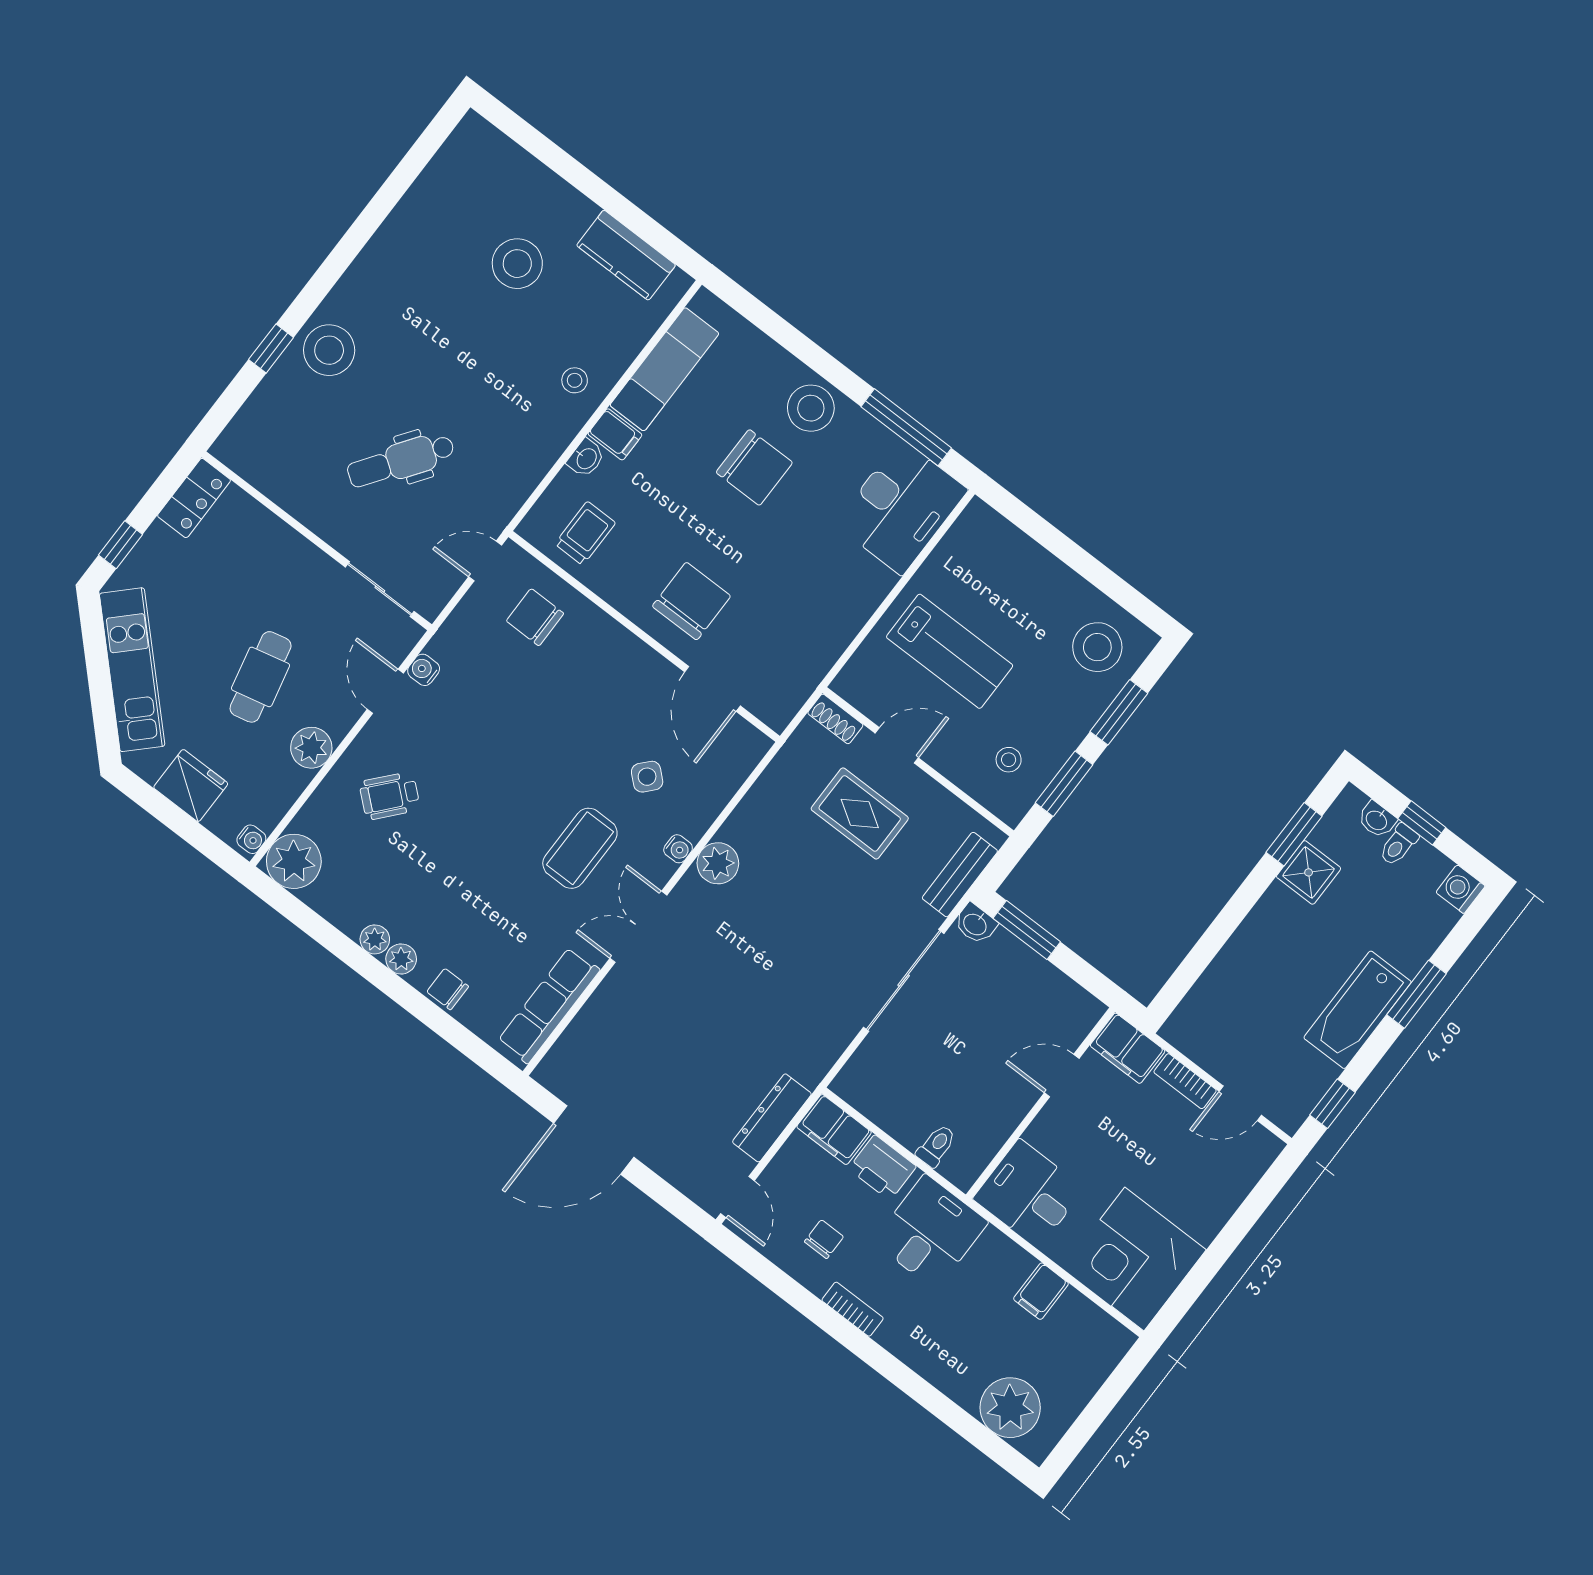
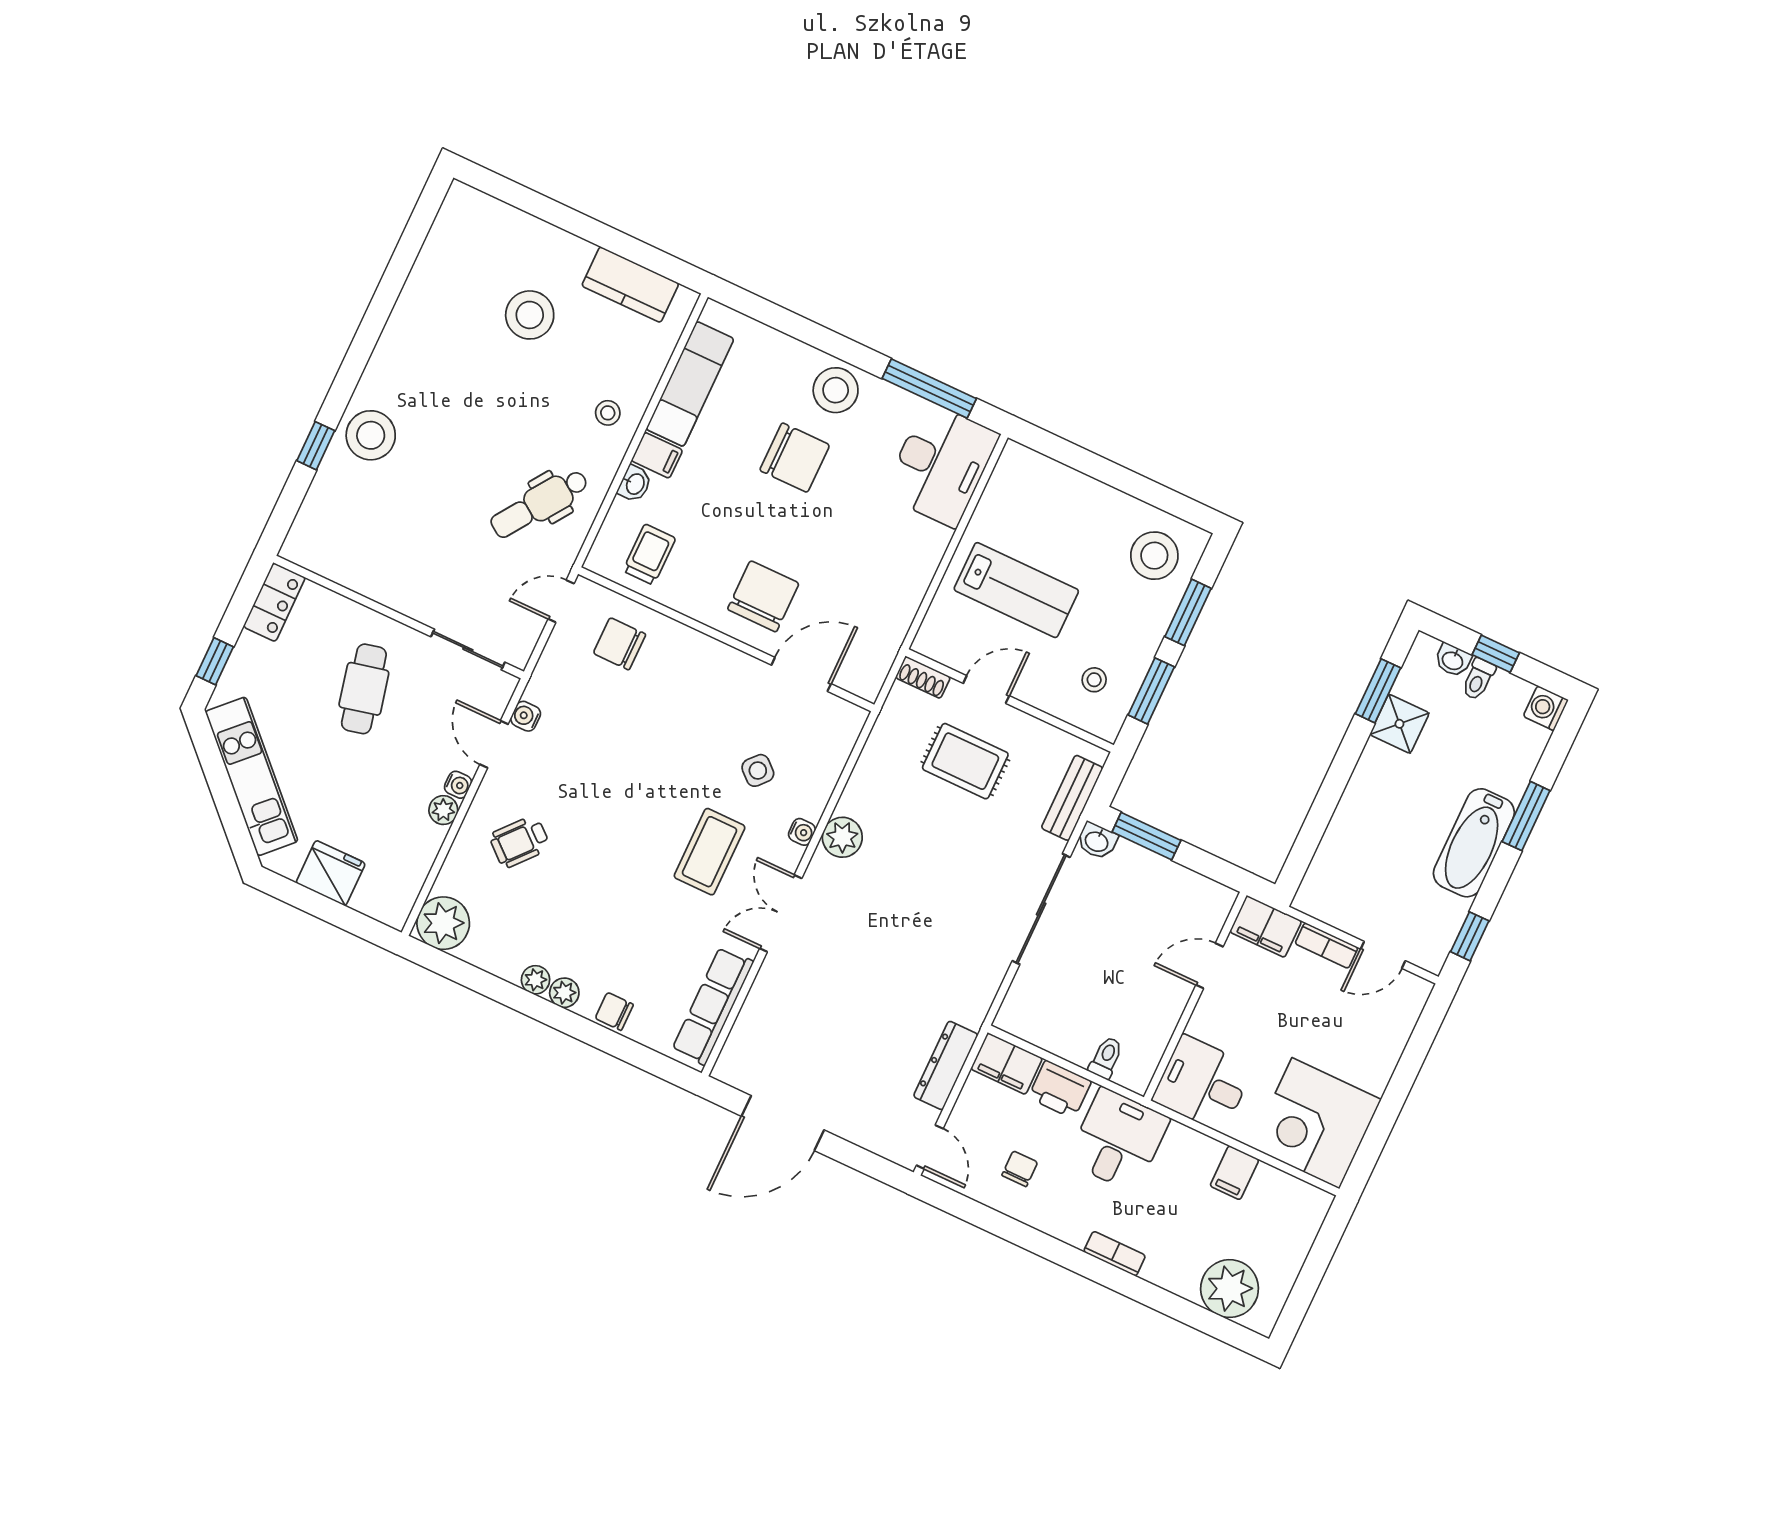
dental chair: (401, 461) -> (539, 504), moved
cafe table: (261, 677) -> (364, 689), moved
door: (712, 689) -> (801, 674), swing flipped
plant: (311, 748) -> (443, 810), width x0.73, depth x0.73
water cooler: (251, 839) -> (458, 785), moved
bookcase: (853, 1309) -> (1115, 1254), moved

